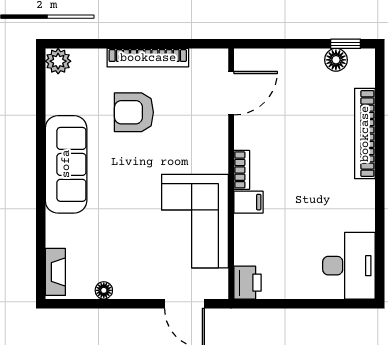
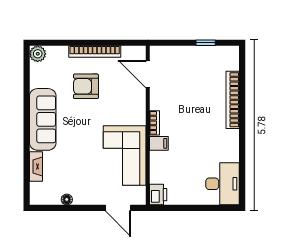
window: (346, 44) -> (206, 43), moved
floor lamp: (336, 60) -> (214, 53), removed
door: (231, 93) -> (148, 74), swing flipped
fireplace: (55, 272) -> (36, 166), moved

